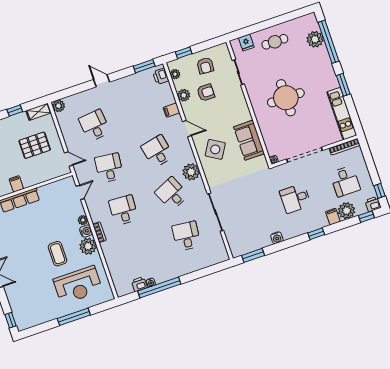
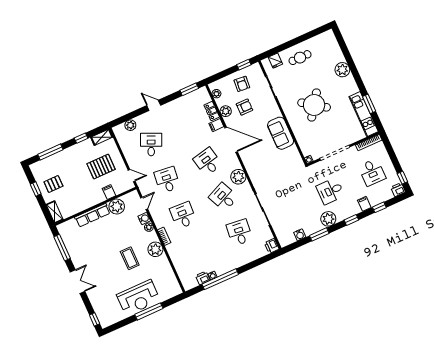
plant: (315, 39) -> (342, 70), moved
window: (328, 42) -> (346, 53), removed
window: (184, 53) -> (244, 65), moved
printer: (161, 76) -> (272, 246), moved
window: (343, 85) -> (369, 104), moved
locker: (168, 94) -> (212, 111), added
round table: (286, 98) -> (314, 105), turned 35
plant: (59, 106) -> (130, 125), moved
desk: (95, 125) -> (151, 145), turned 30
door: (187, 129) -> (231, 140), width x1.87
sofa: (249, 140) -> (281, 133), moved
side table: (215, 149) -> (257, 155), removed
filing cabinet: (16, 184) -> (109, 192), moved
plant: (48, 193) -> (117, 206), added
plant: (347, 211) -> (328, 219), moved
window: (366, 217) -> (379, 207), moved
water cooler: (86, 231) -> (144, 218), moved
water cooler: (277, 238) -> (300, 235), moved
window: (253, 255) -> (319, 234), moved
reception desk: (78, 285) -> (138, 298), moved

